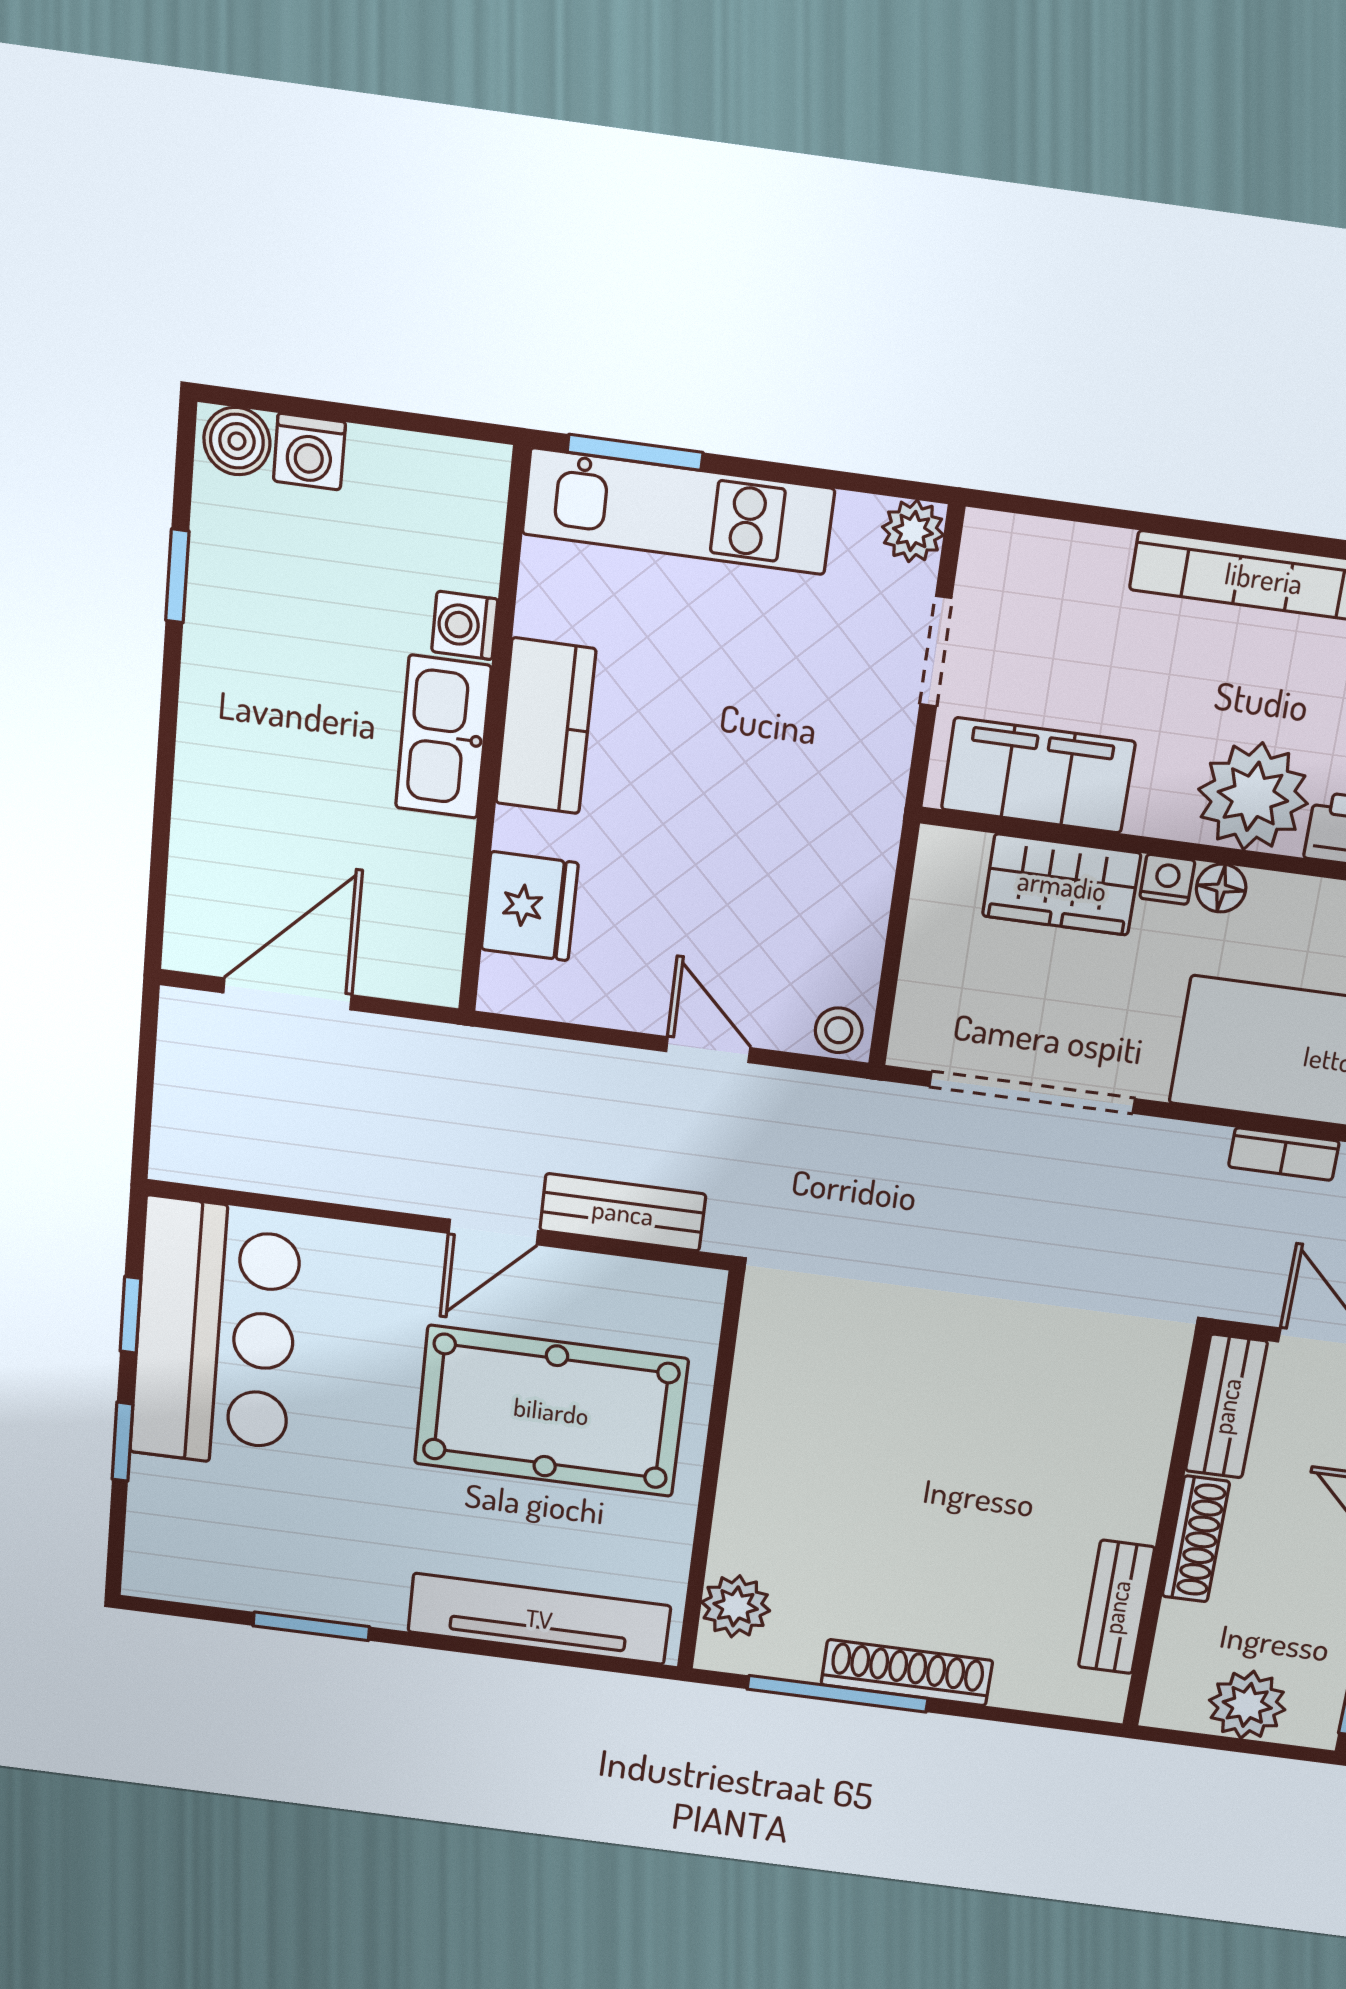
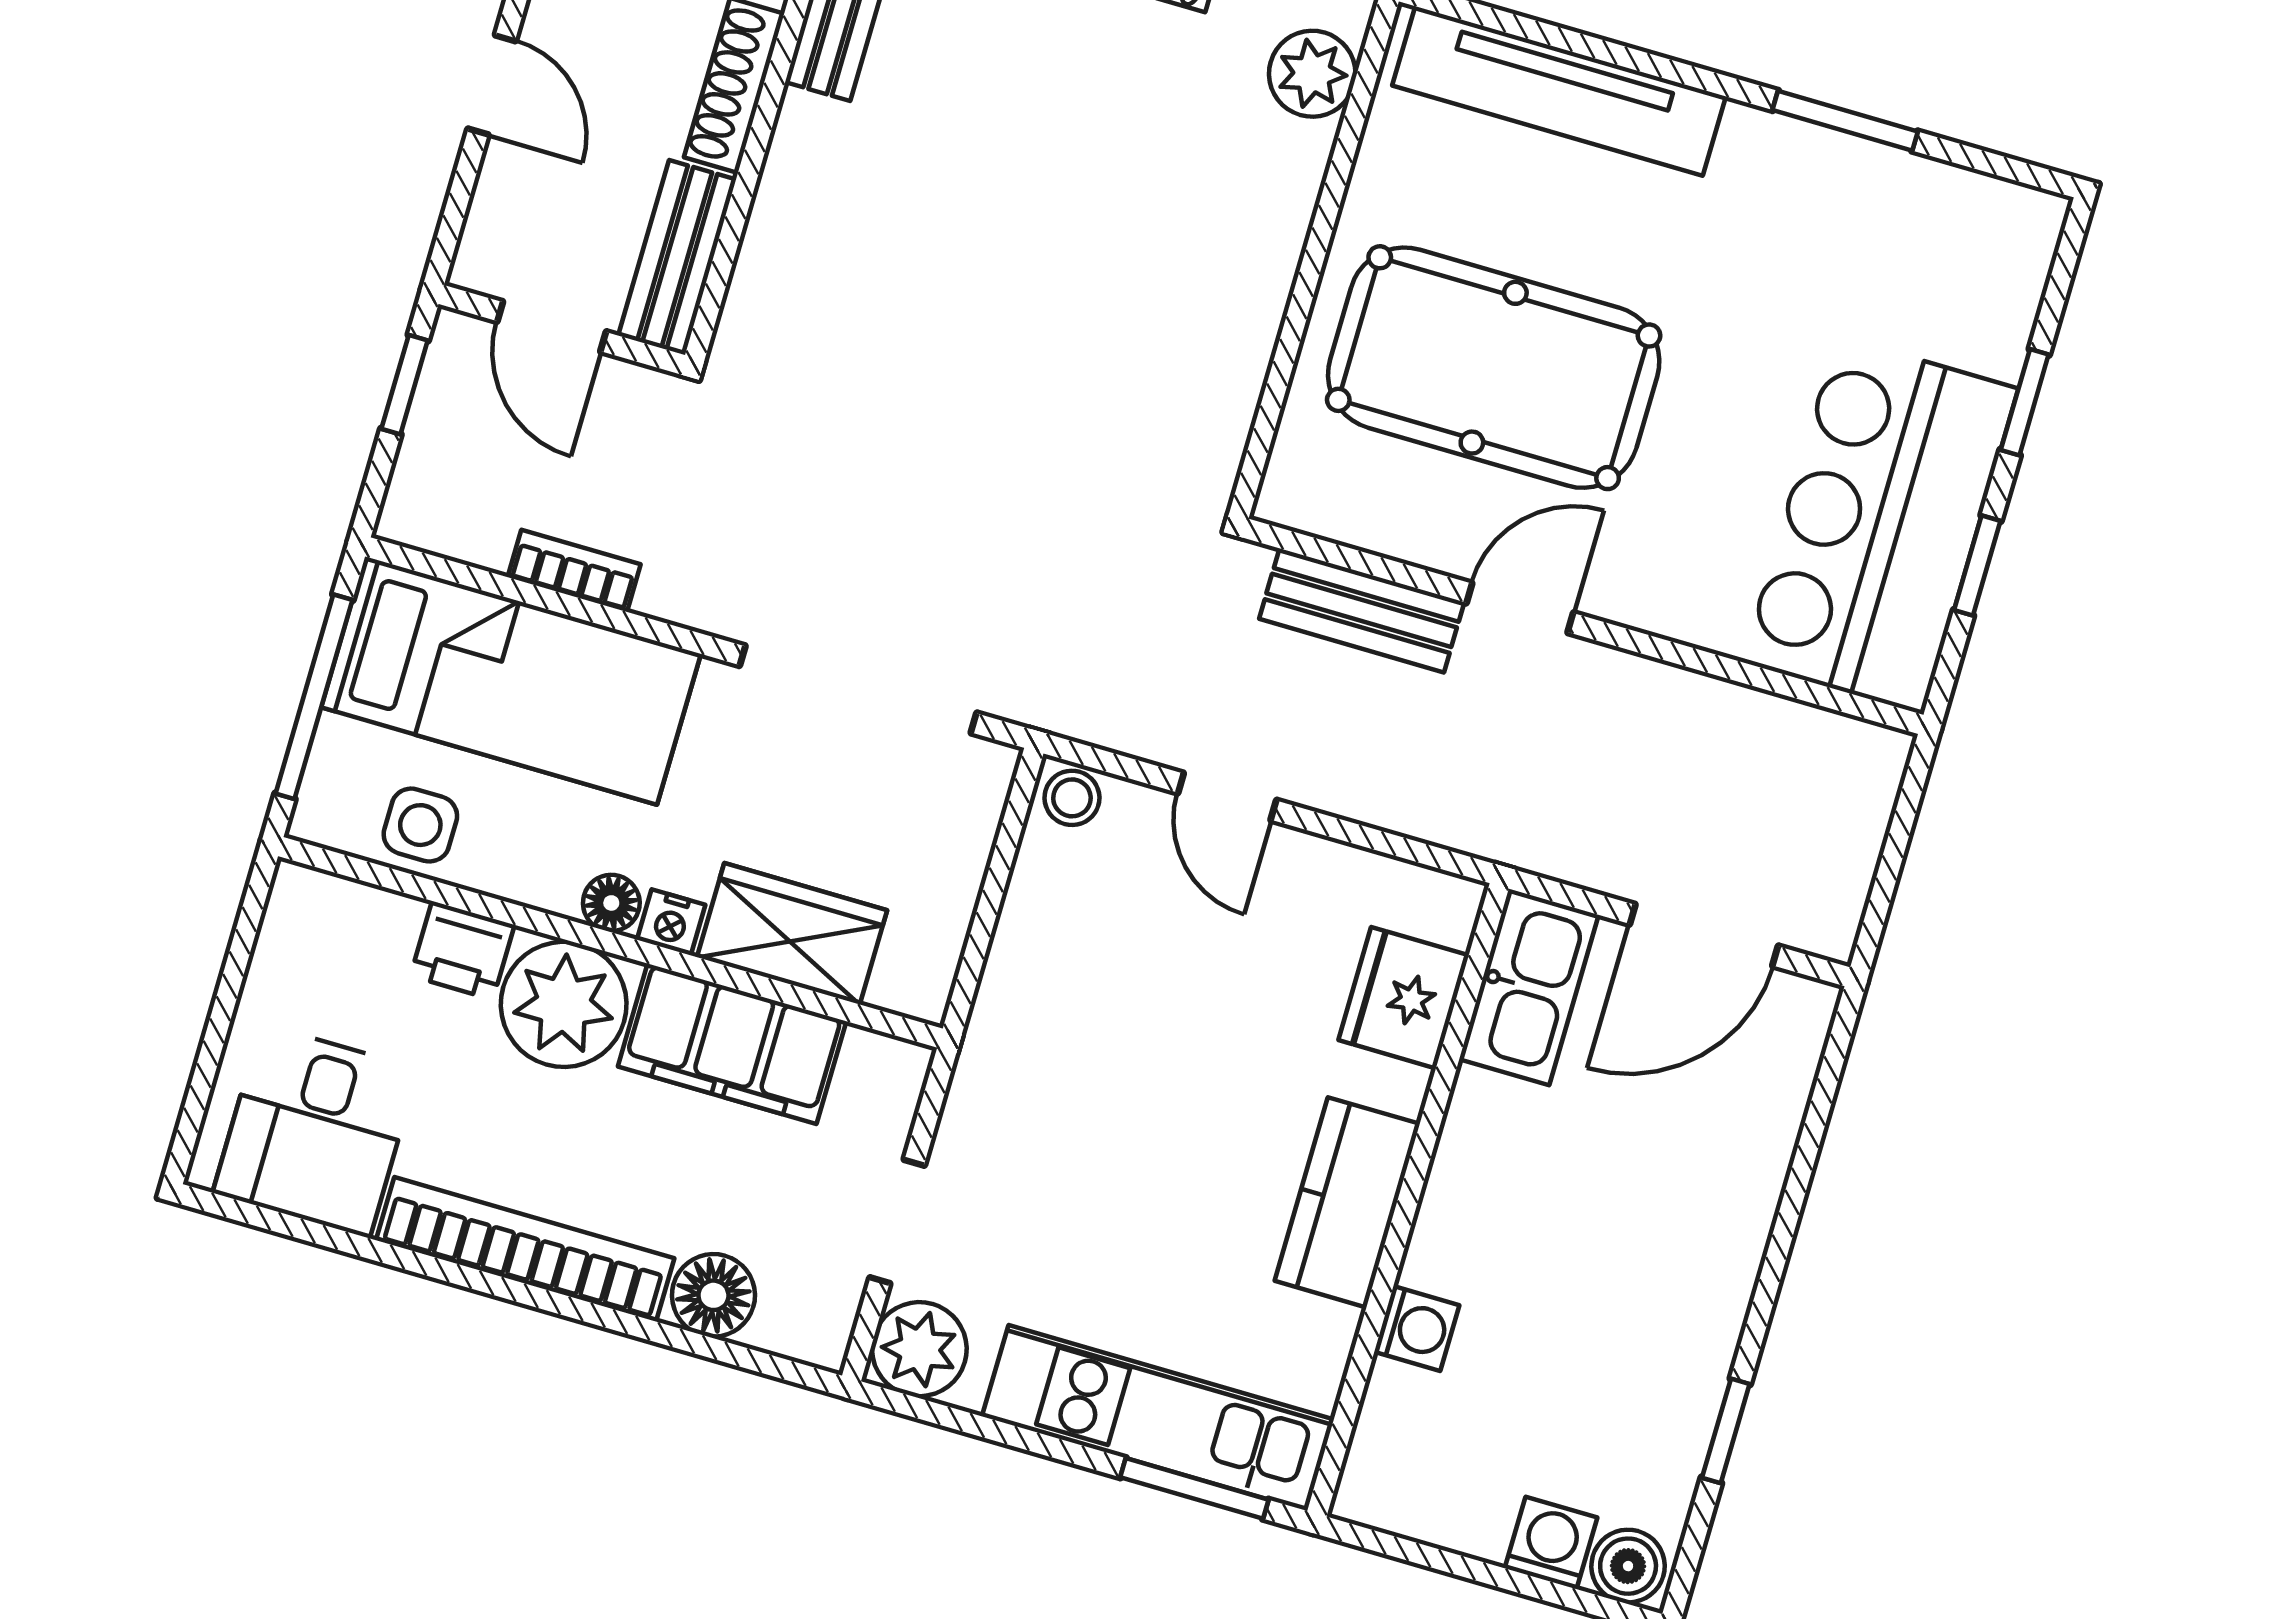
plant: (913, 531) -> (919, 1349), width x1.38, depth x1.38
floor lamp: (1090, 562) -> (713, 1295), added
kitchen sink: (443, 737) -> (1529, 987), moved
filing cabinet: (1038, 775) -> (732, 1044), moved

